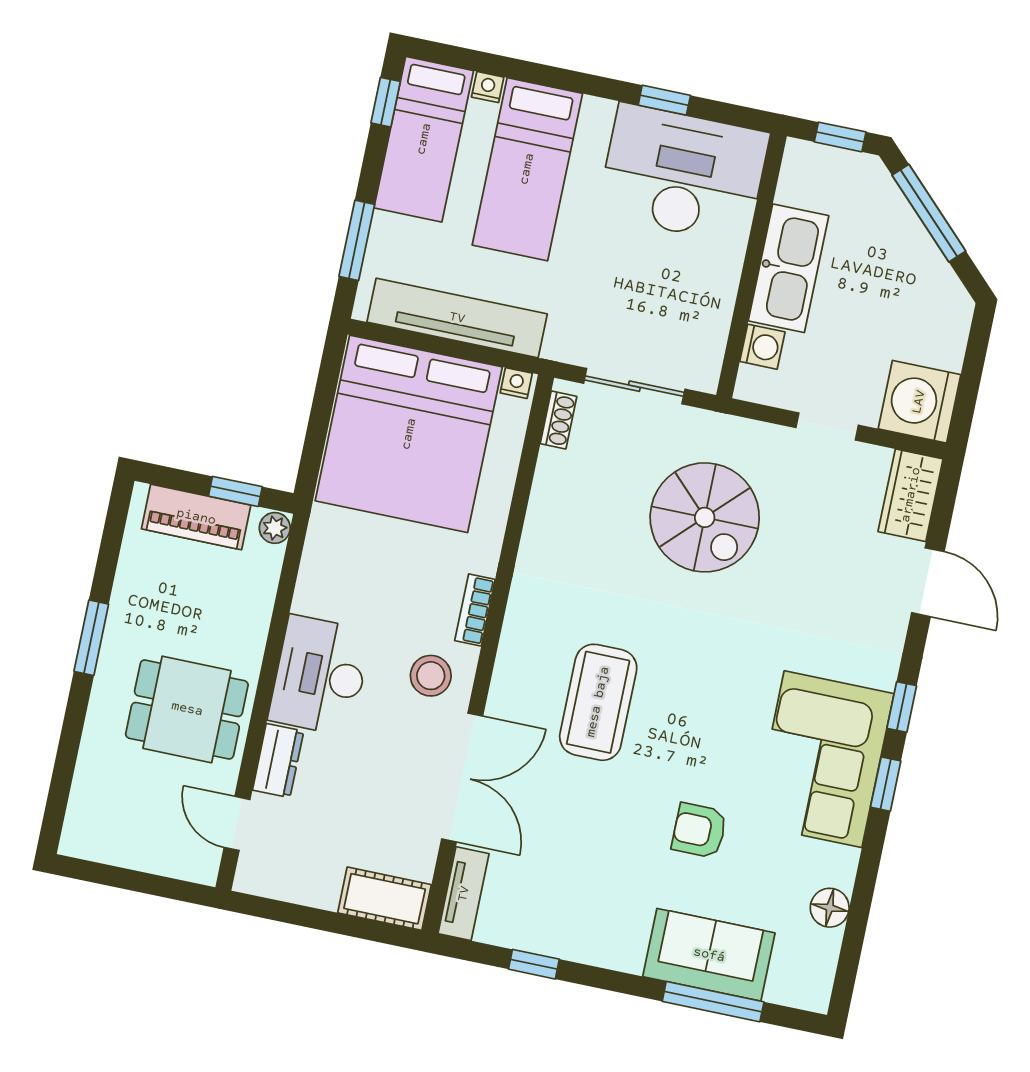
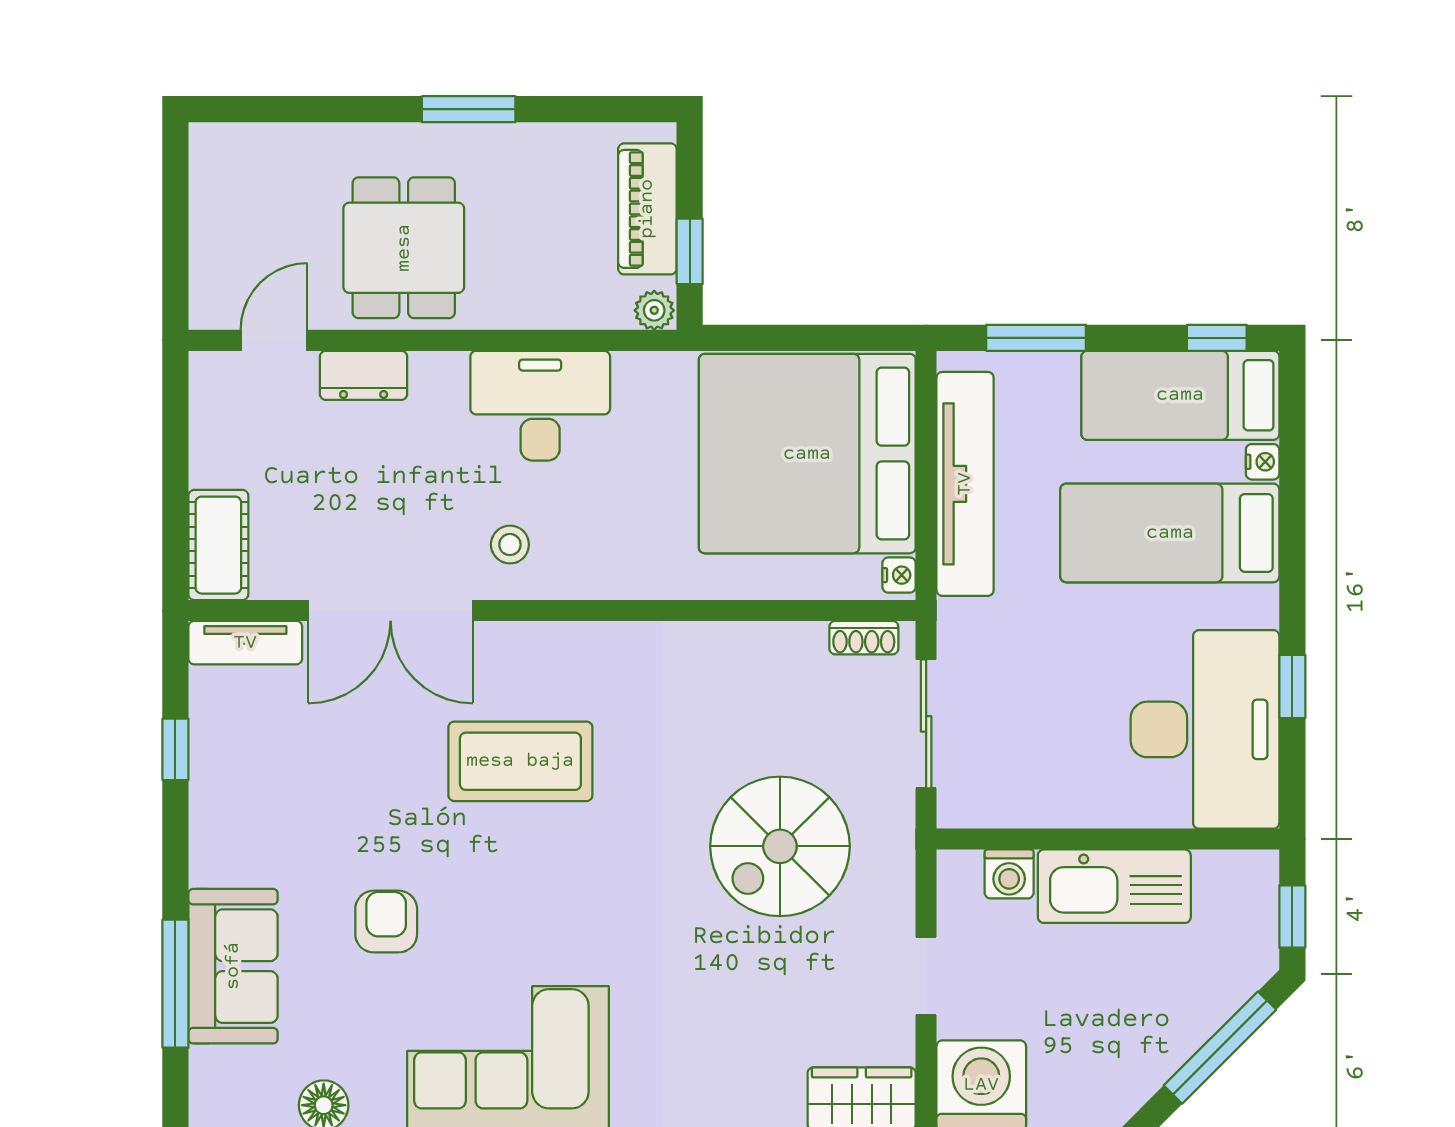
bookcase: (475, 610) -> (604, 583), removed
desk: (320, 675) -> (540, 406), moved
stool: (431, 676) -> (510, 545), width x0.73, depth x0.73

